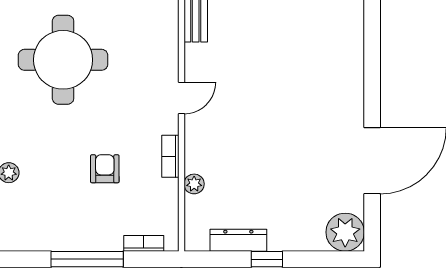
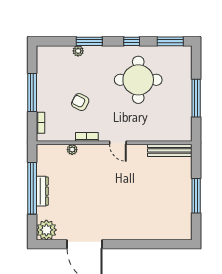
armchair: (105, 169) -> (80, 102), turned -153
dresser: (238, 240) -> (42, 191), moved
window: (267, 259) -> (32, 188), width x3.17

